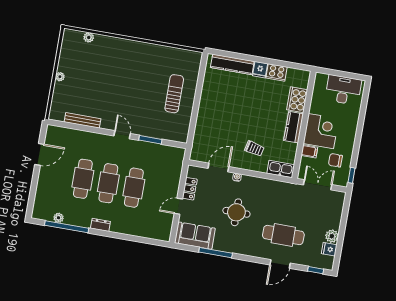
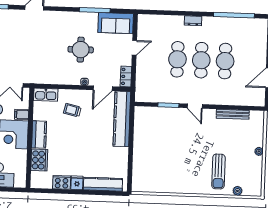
sun lounger: (174, 94) -> (218, 172), moved
kitchen counter: (202, 132) -> (122, 119), added
locker: (190, 189) -> (126, 76), moved
plant: (59, 218) -> (242, 22), removed
dresser: (100, 225) -> (193, 21), moved
cafe table: (283, 235) -> (35, 35), removed

